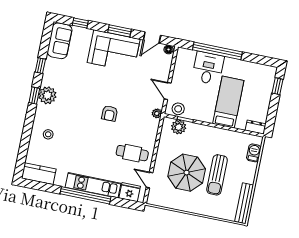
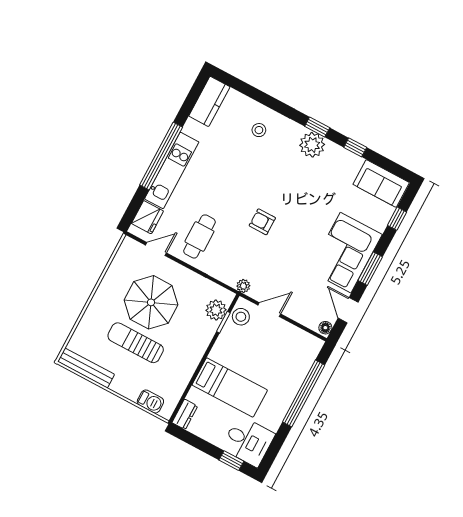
desk: (208, 68) -> (248, 441), moved

